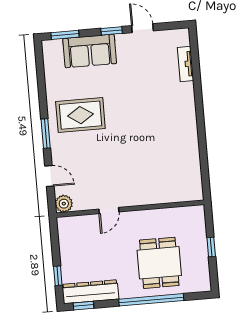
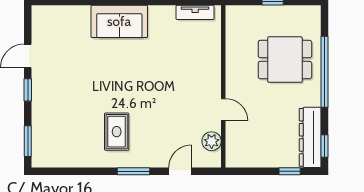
sofa: (90, 51) -> (119, 21), moved, turned 90
tv unit: (186, 64) -> (195, 12), moved
rug: (80, 115) -> (117, 132), width x0.73, depth x0.70
plant: (64, 204) -> (212, 141), moved

